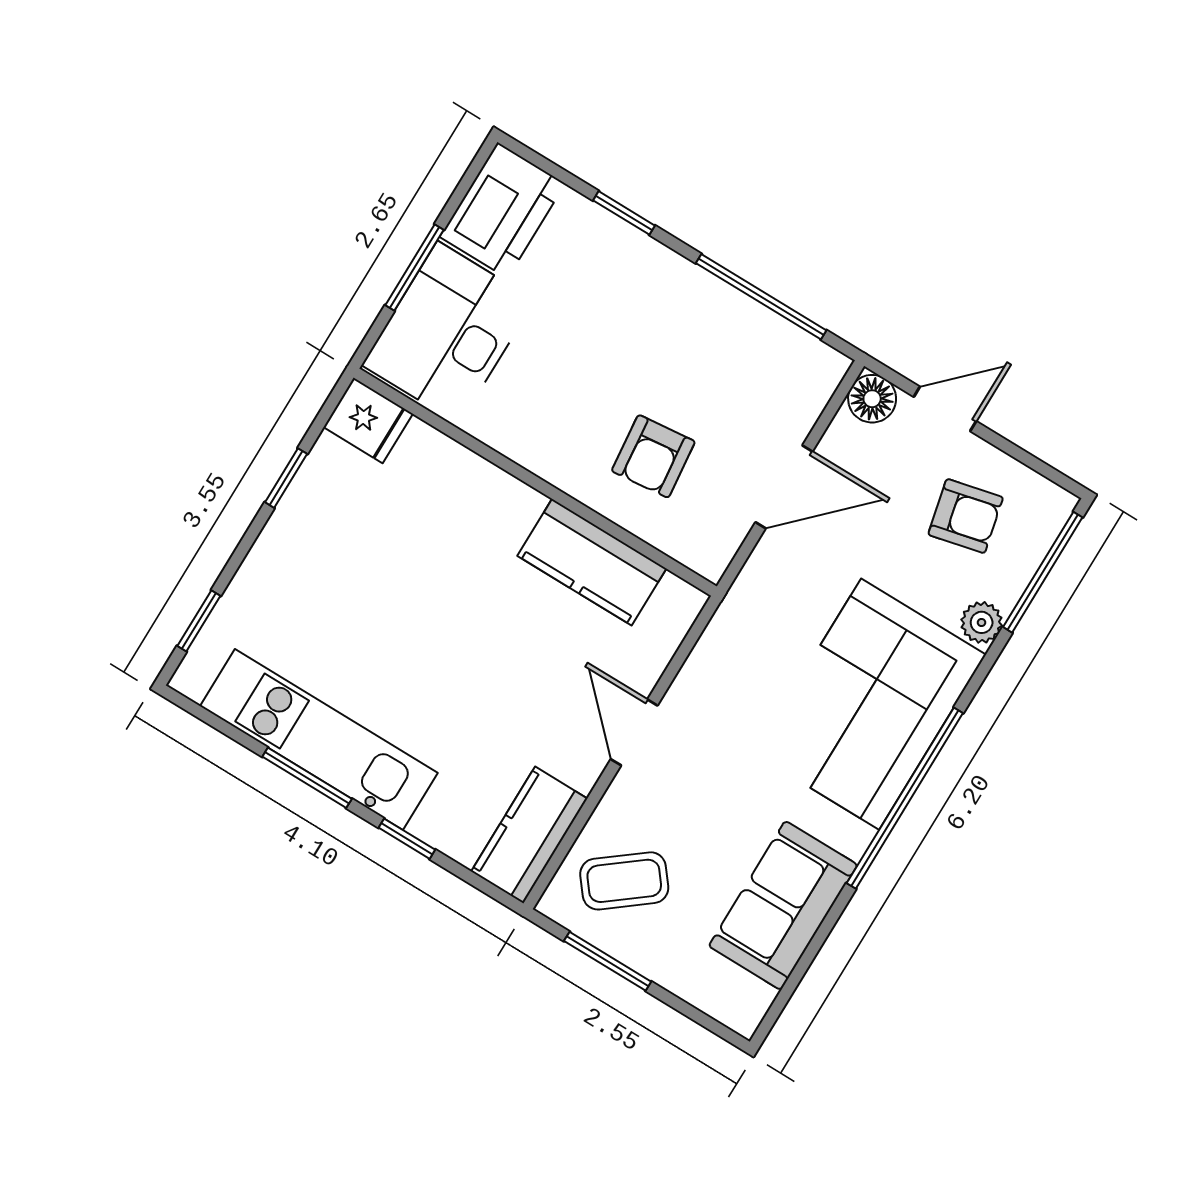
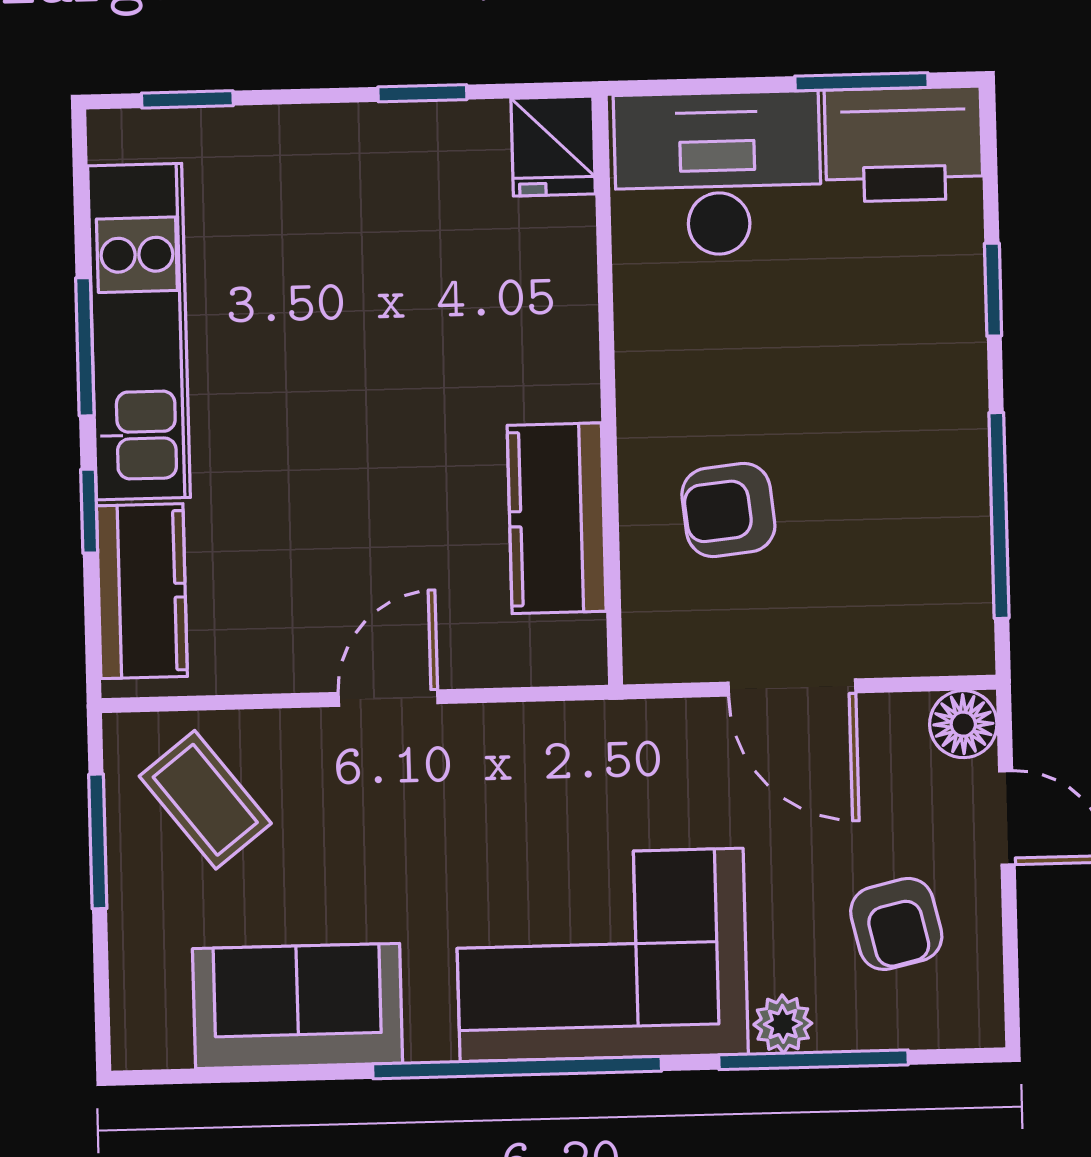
window: (415, 267) -> (862, 82), moved
window: (1043, 572) -> (813, 1060), moved
kitchen counter: (529, 835) -> (142, 591), moved, turned 90

